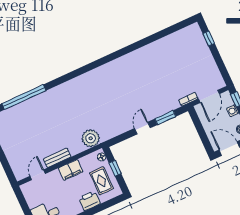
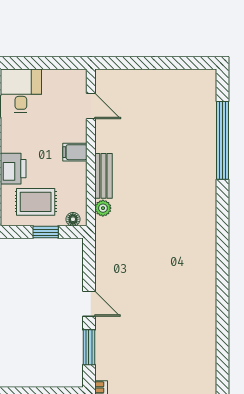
plant: (91, 138) -> (103, 208), width x0.53, depth x0.53
bench: (57, 158) -> (103, 176), moved
filing cabinet: (71, 170) -> (75, 152), width x0.50

